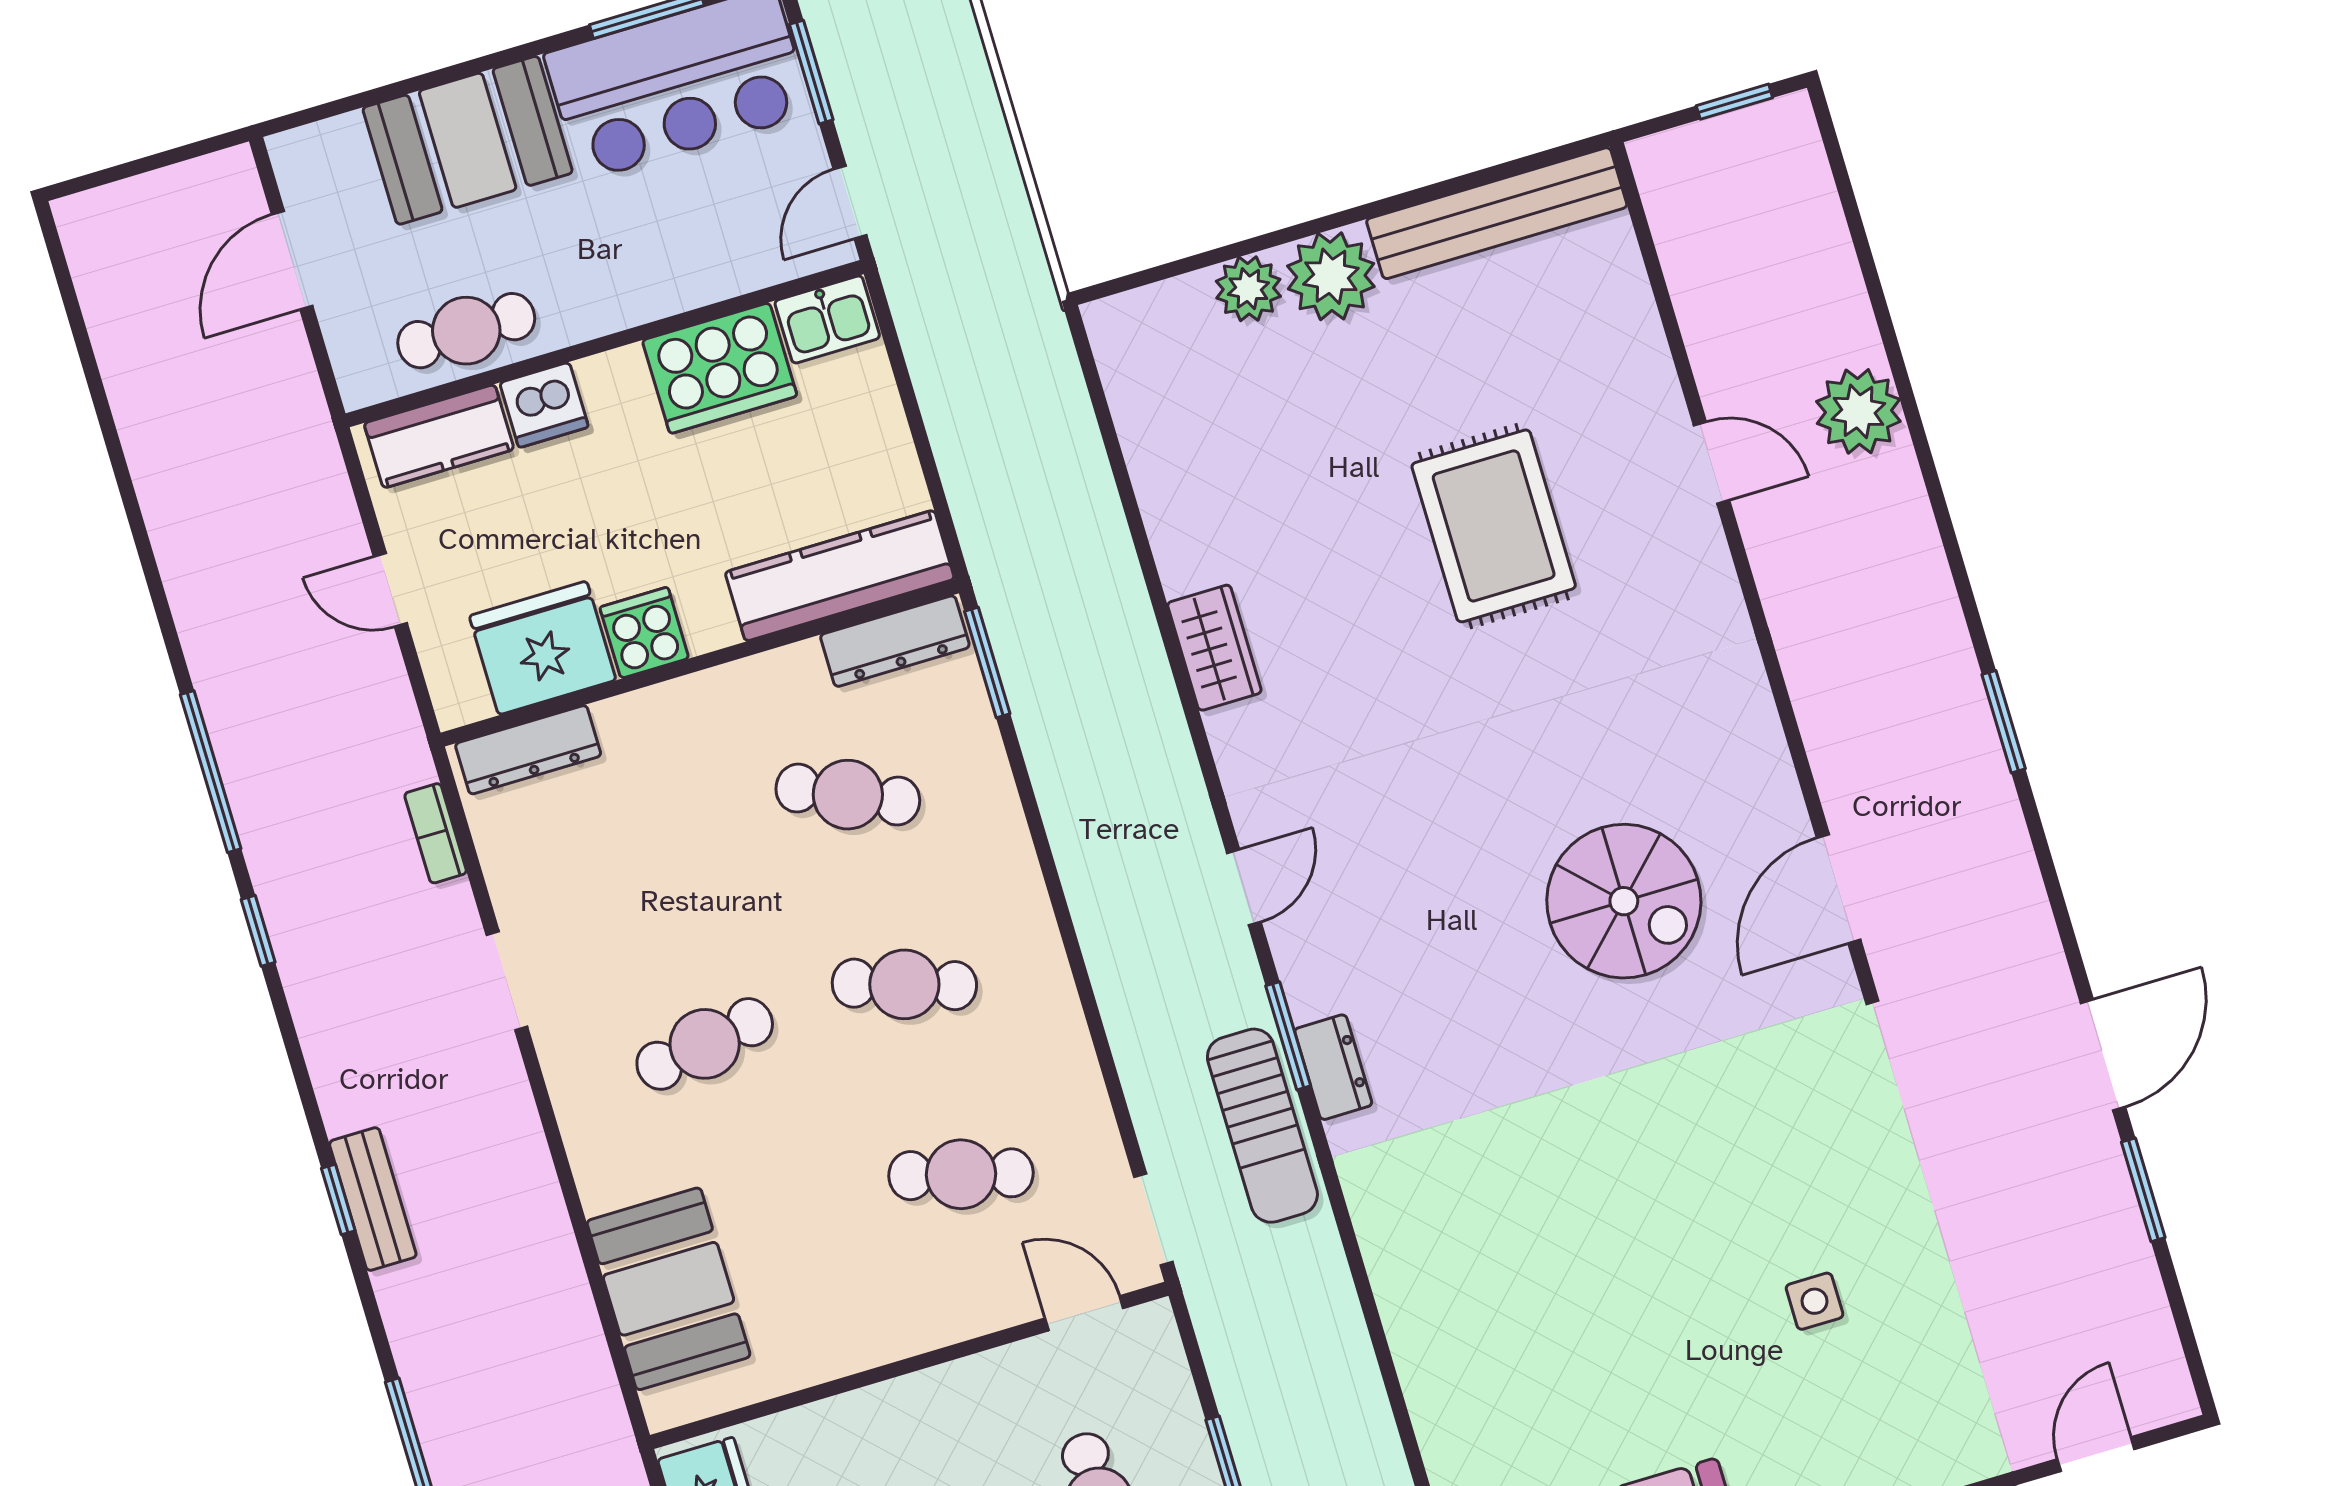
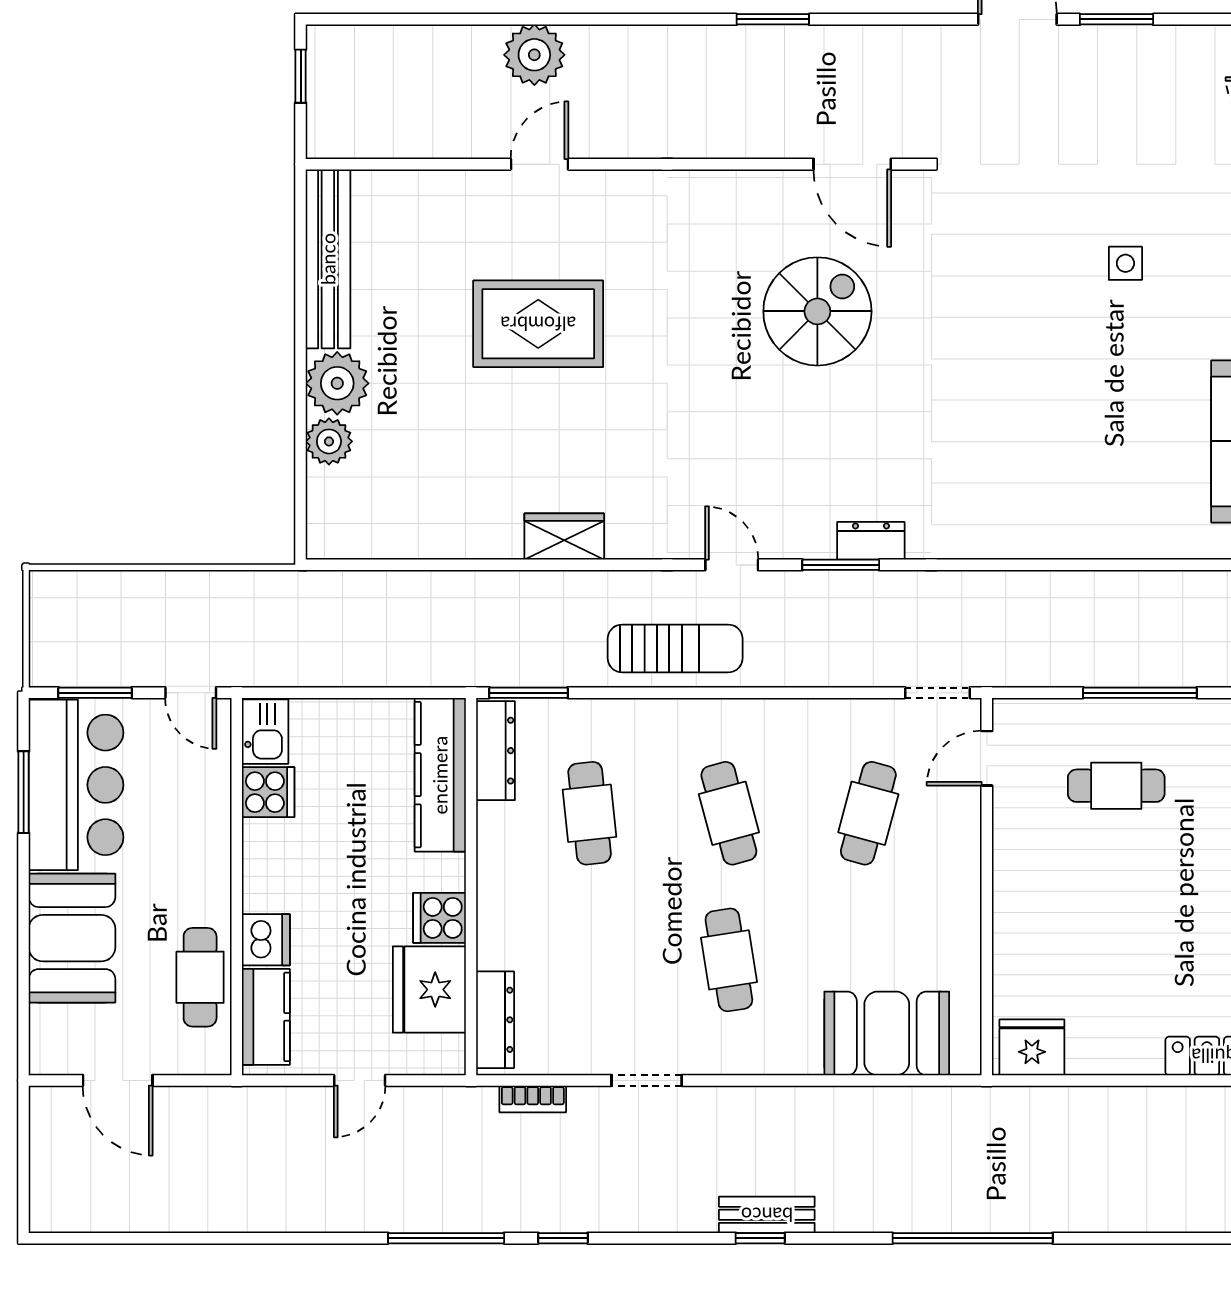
cooker: (720, 368) -> (268, 792), width x0.53, depth x0.76
cafe table: (848, 795) -> (590, 813), turned -30
cafe table: (904, 984) -> (729, 813), turned -33
sun lounger: (1262, 1126) -> (675, 648), moved

